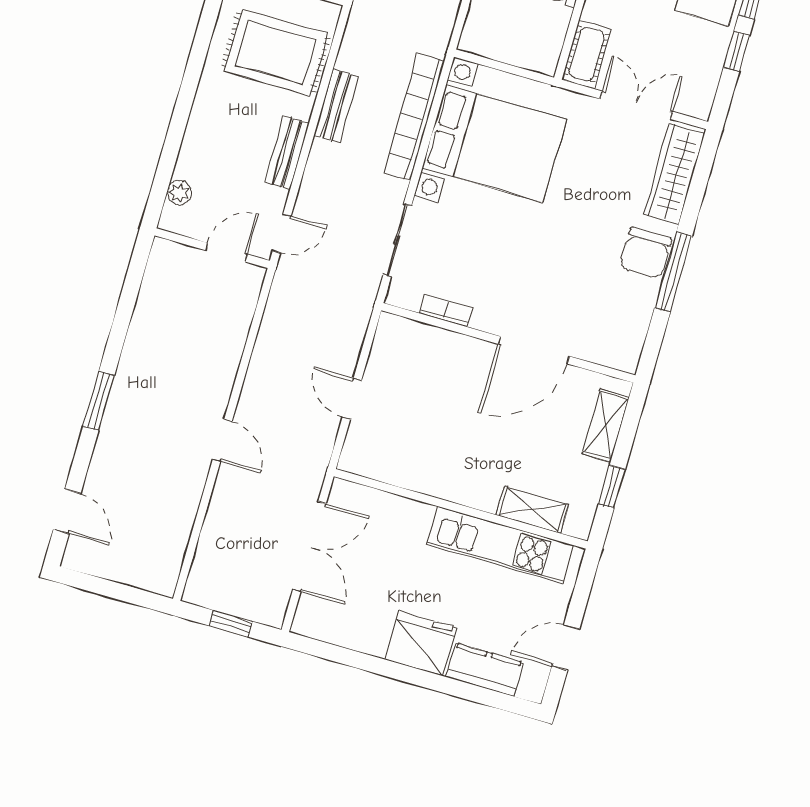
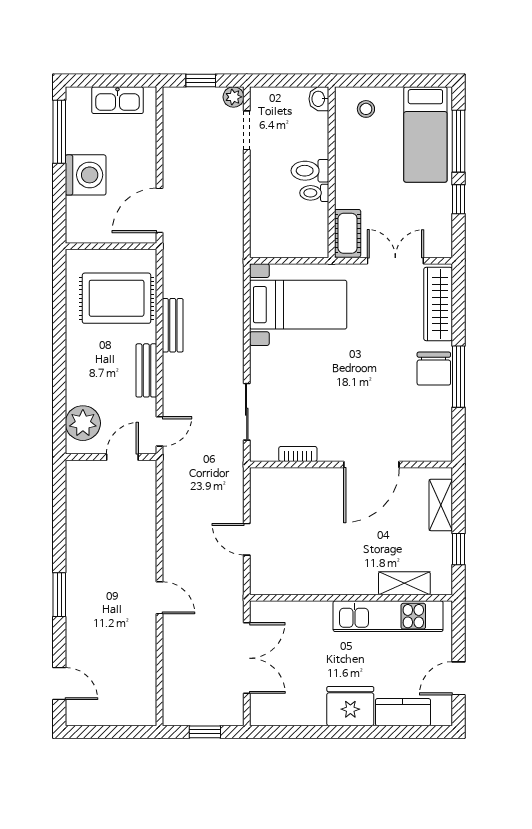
bookcase: (414, 117) -> (233, 317), removed
bed with nightstands: (494, 143) -> (298, 305), width x0.73
plant: (179, 193) -> (83, 423), width x1.88, depth x1.88

